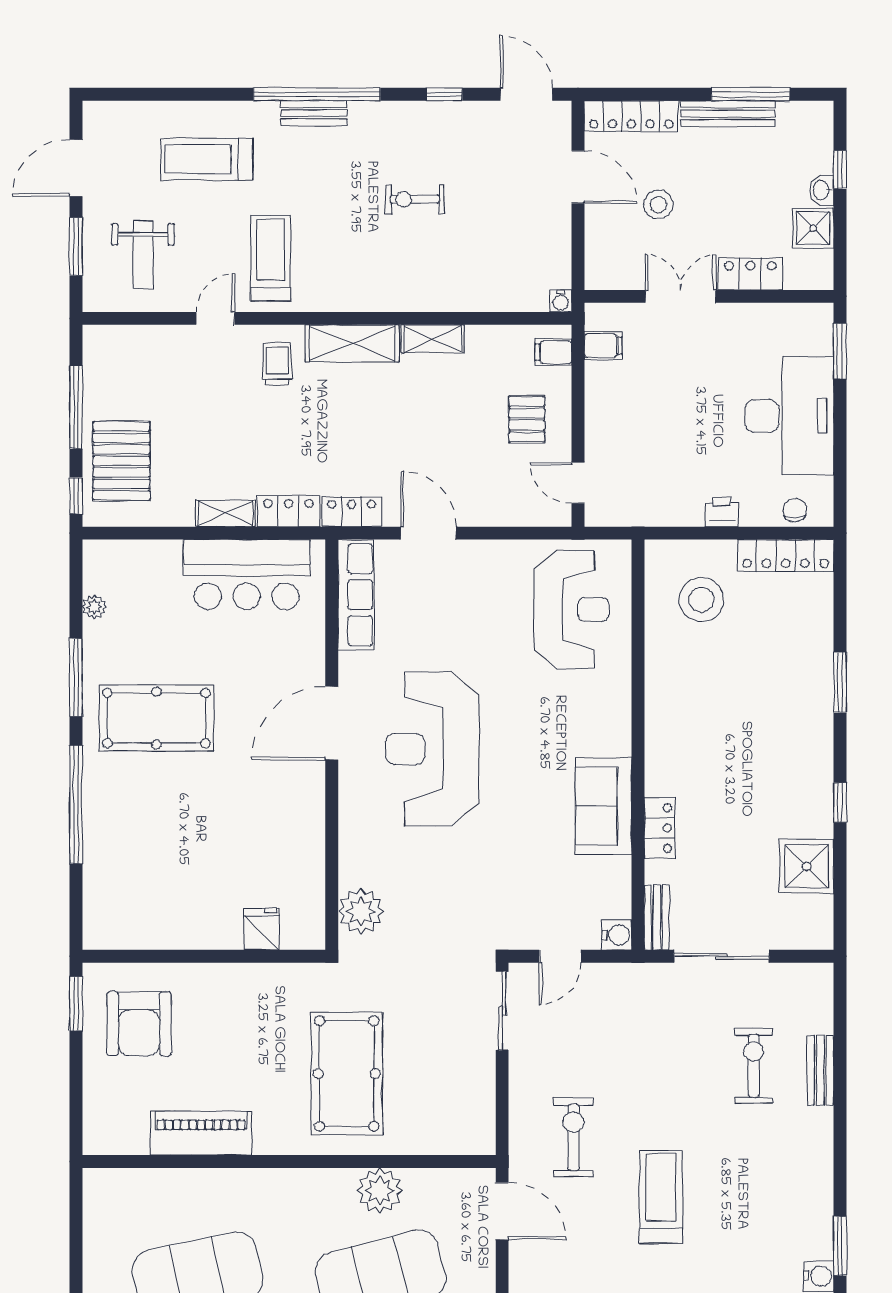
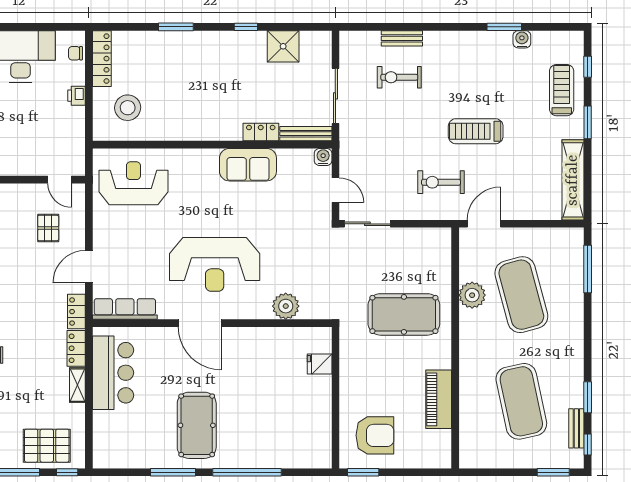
pallet: (527, 419) -> (48, 228), moved, turned 90
door: (578, 483) -> (60, 180), hinge flipped
plant: (94, 607) -> (132, 461), removed
plant: (361, 911) -> (286, 306), moved
bench: (657, 917) -> (306, 134), width x1.36

